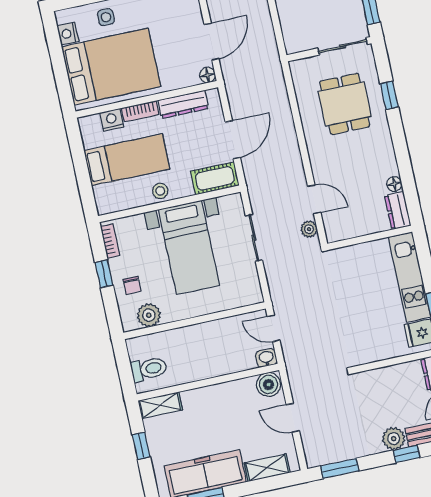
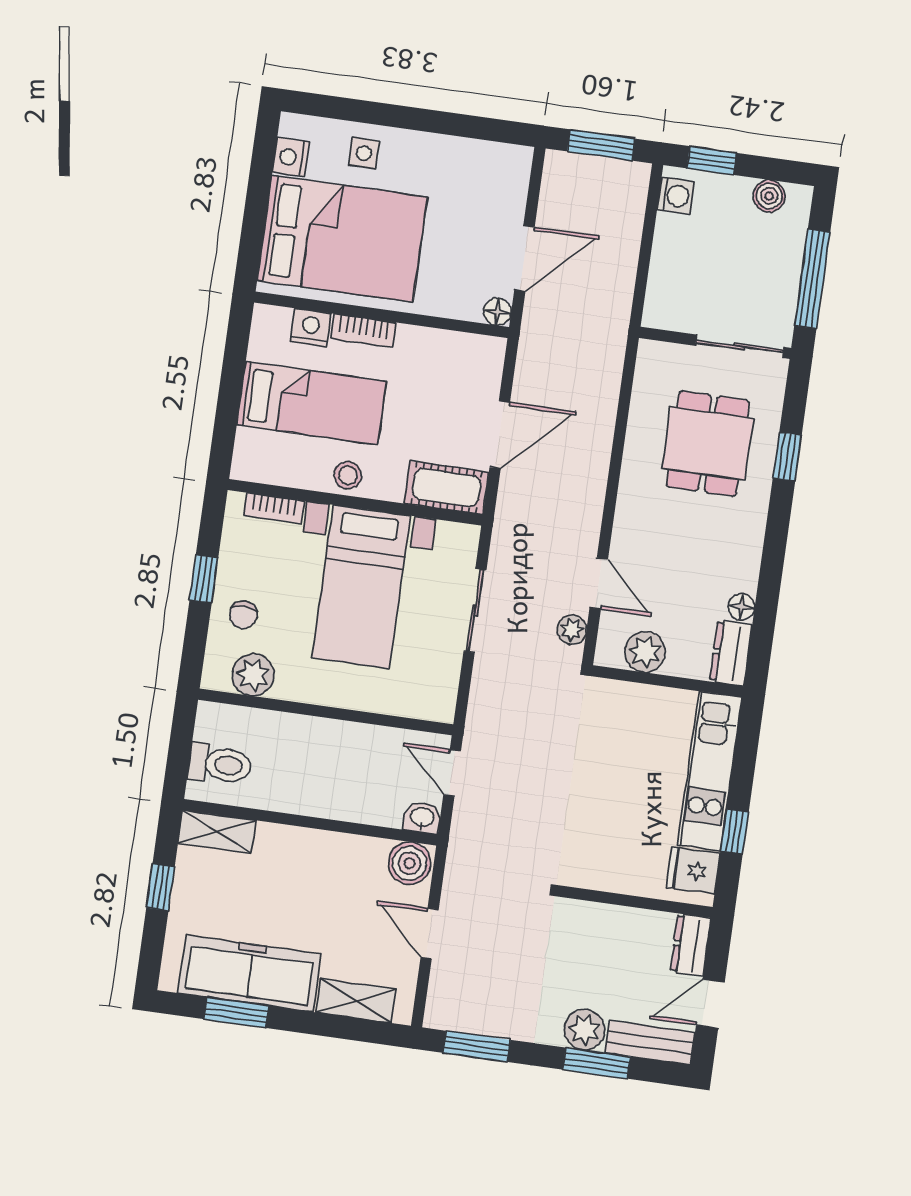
dresser: (183, 104) -> (439, 345), removed
plant: (352, 227) -> (645, 652), added
bookcase: (110, 241) -> (274, 508), moved, turned 90
window: (407, 454) -> (597, 1063), width x1.50

